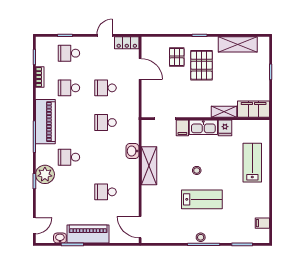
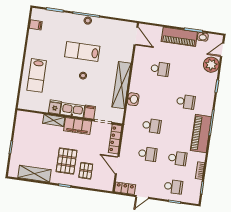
locker: (147, 100) -> (115, 139), added
filing cabinet: (254, 109) -> (78, 126), moved
shelving: (149, 166) -> (121, 85), width x1.47
plant: (45, 174) -> (211, 65), moved

